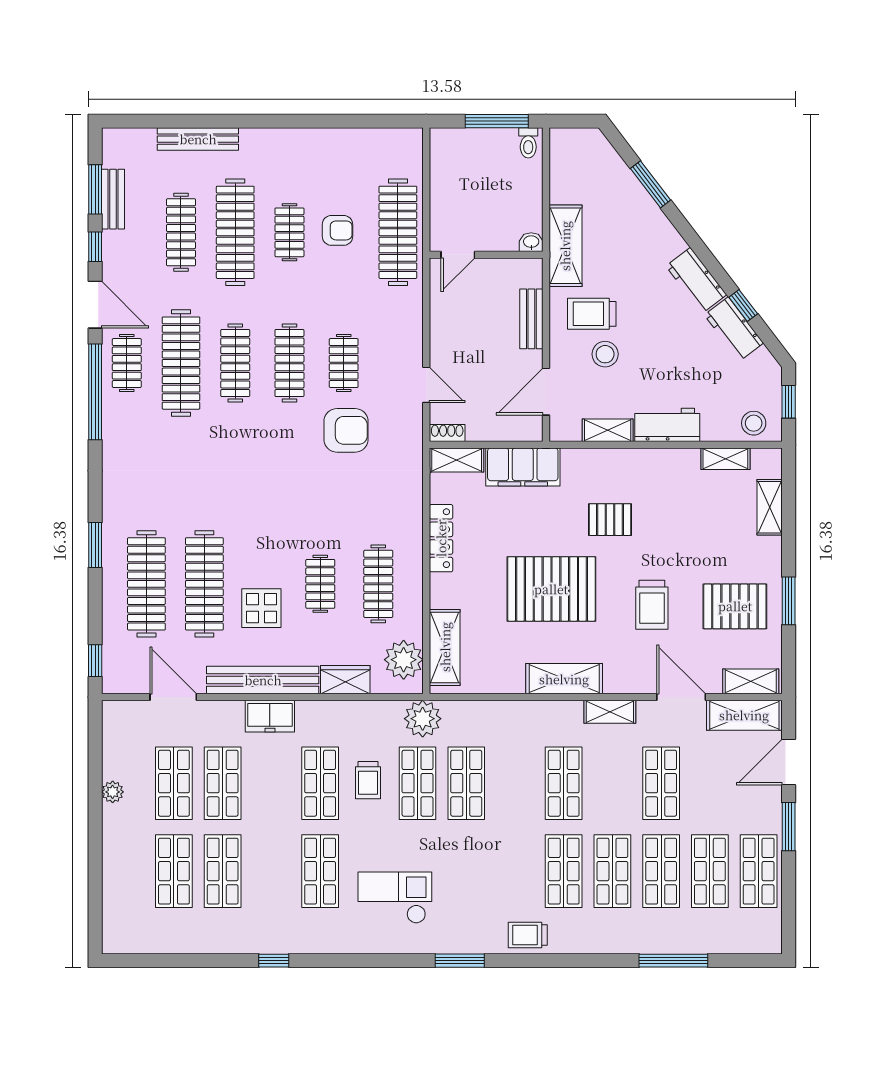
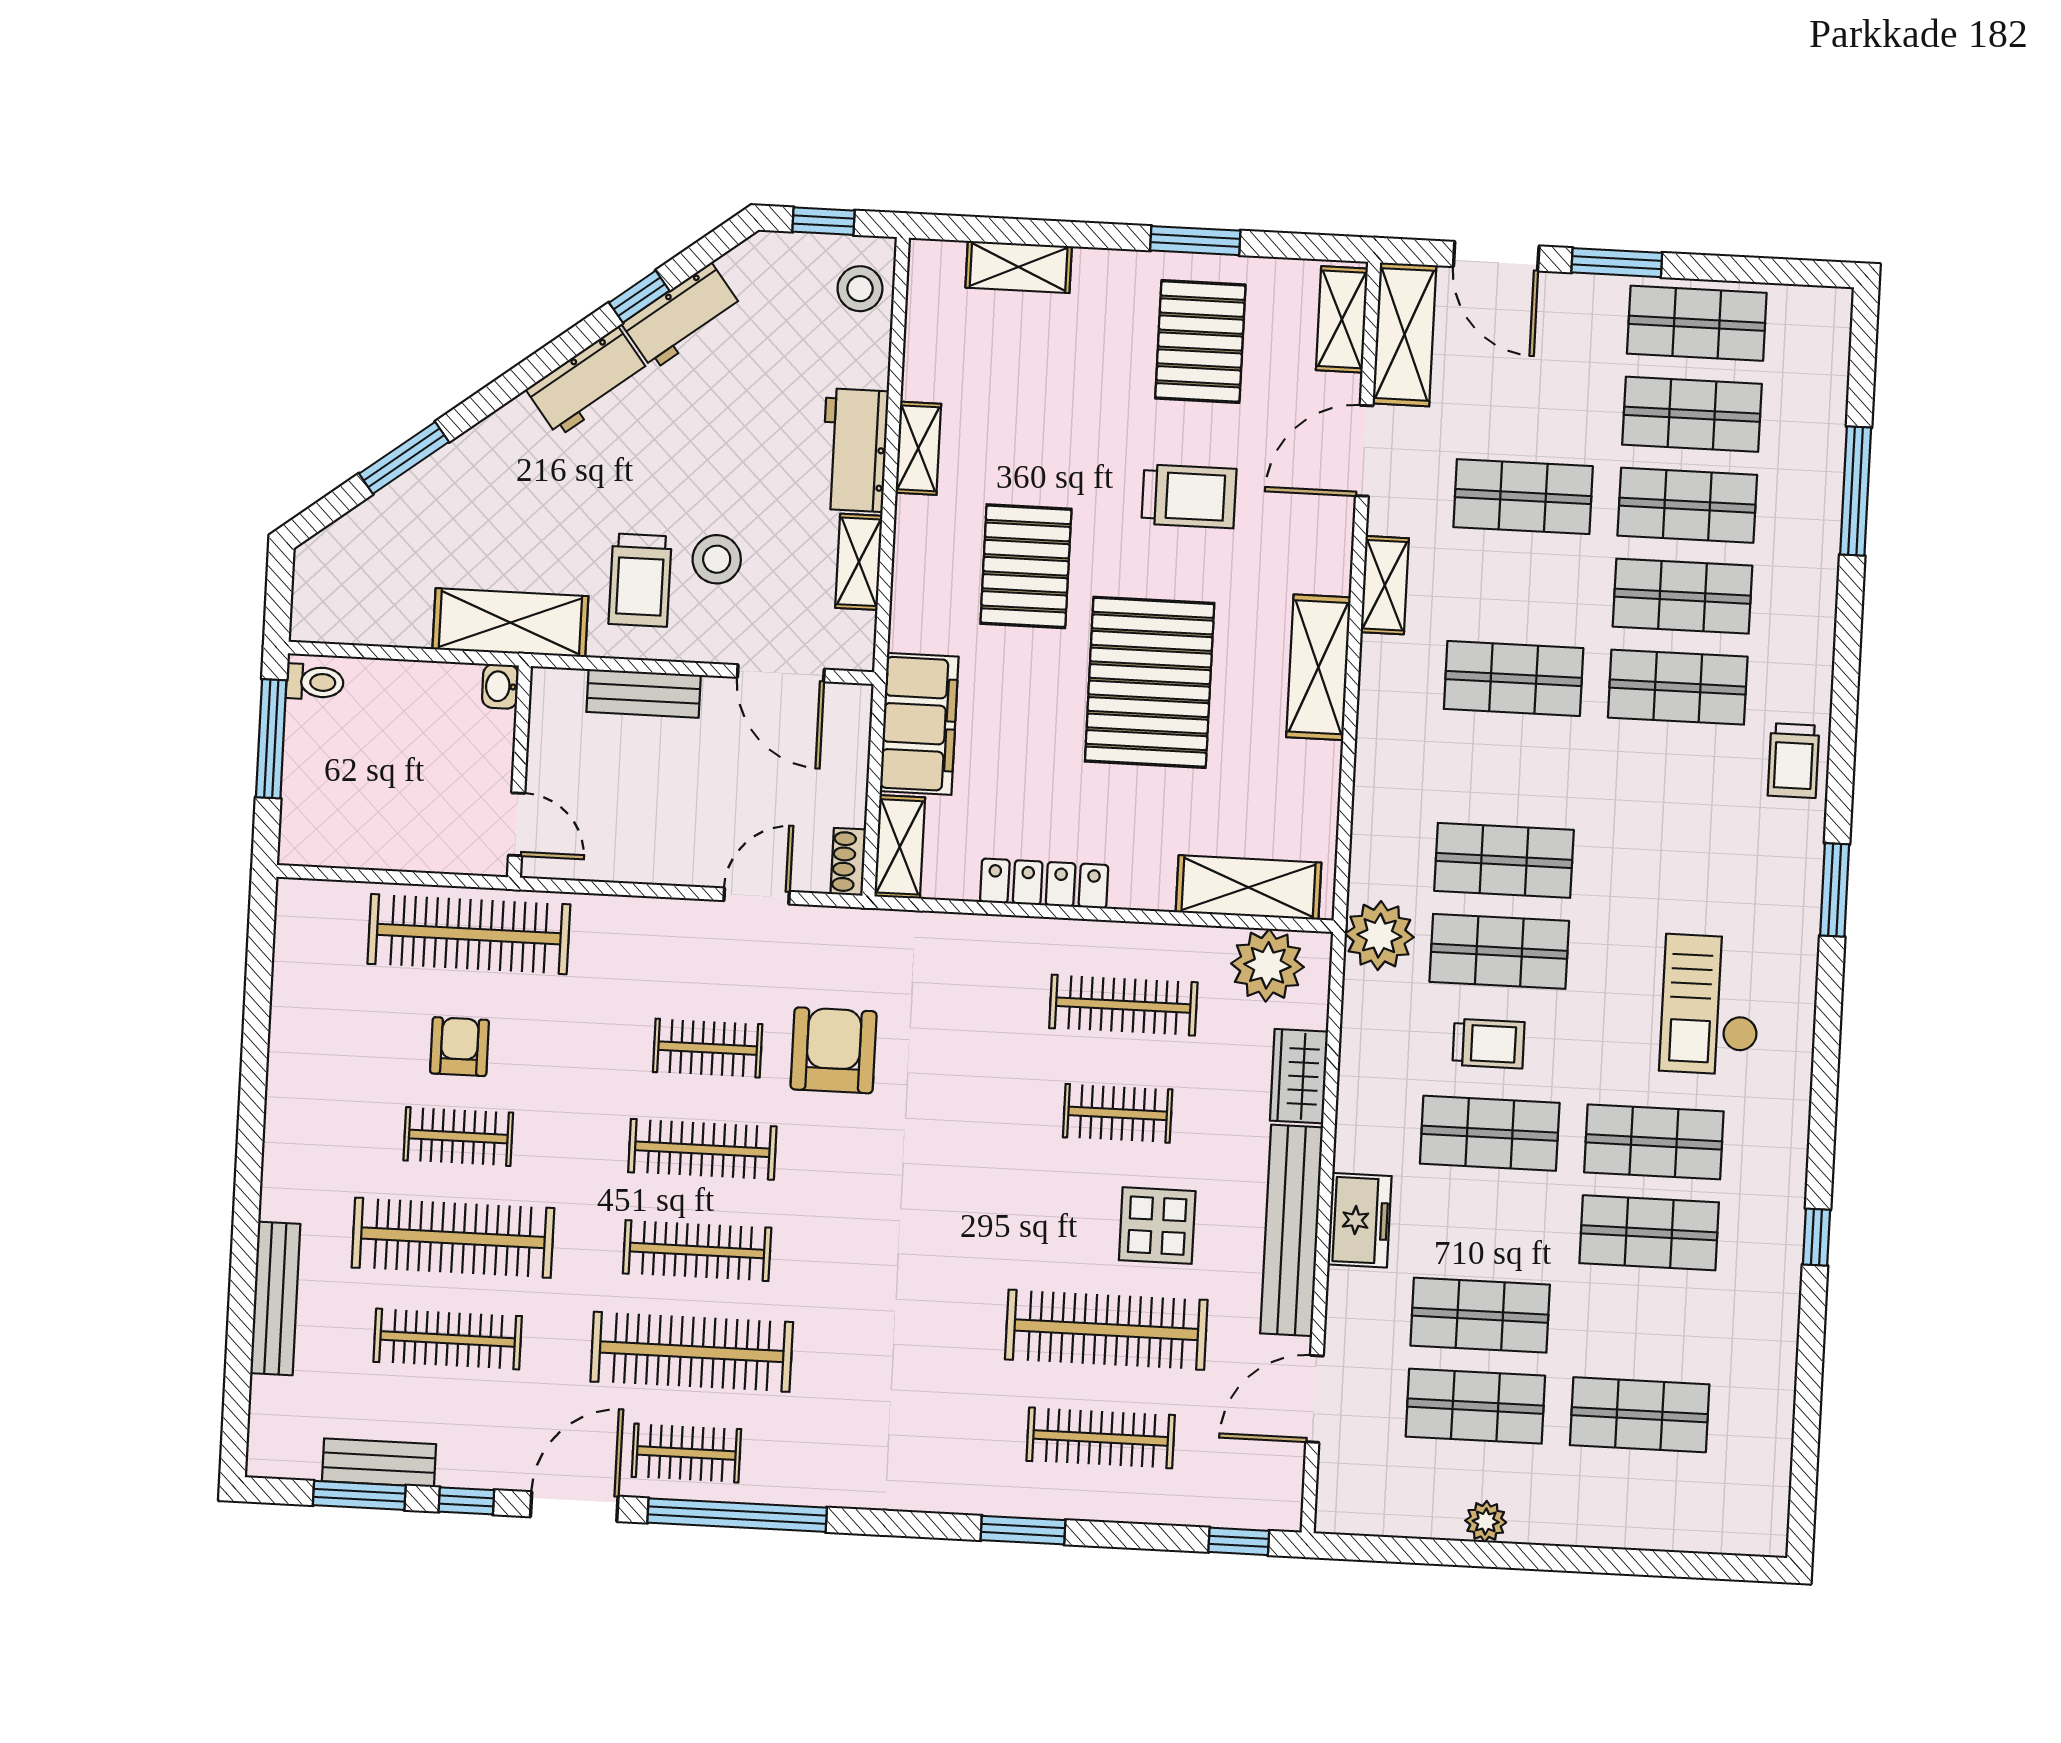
shelving: (725, 459) -> (918, 448), moved
pallet: (610, 520) -> (1026, 566), width x1.50, depth x1.42
clothes rail: (146, 584) -> (1101, 1438), width x0.73, depth x0.76
shop shelf: (223, 871) -> (1649, 1233), moved

